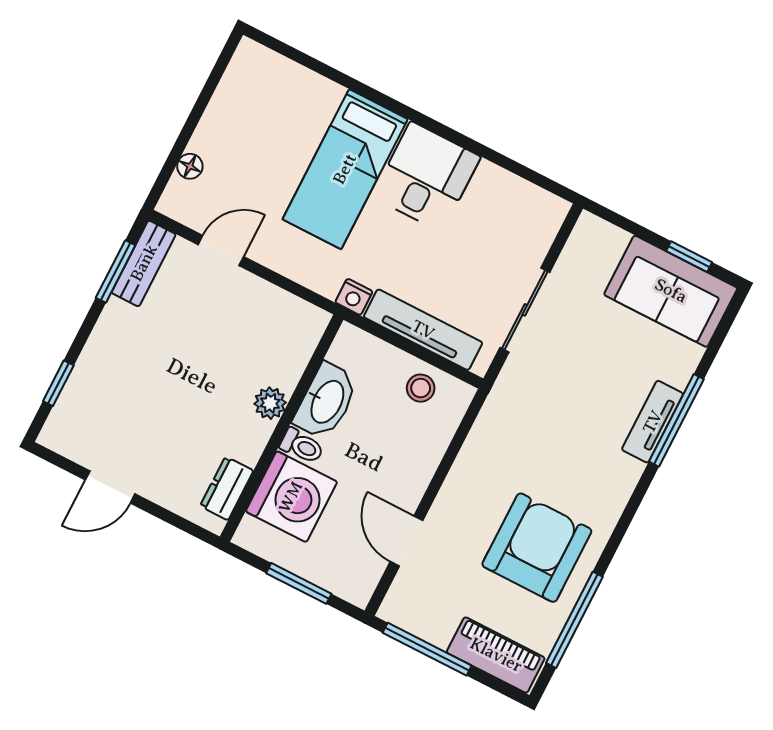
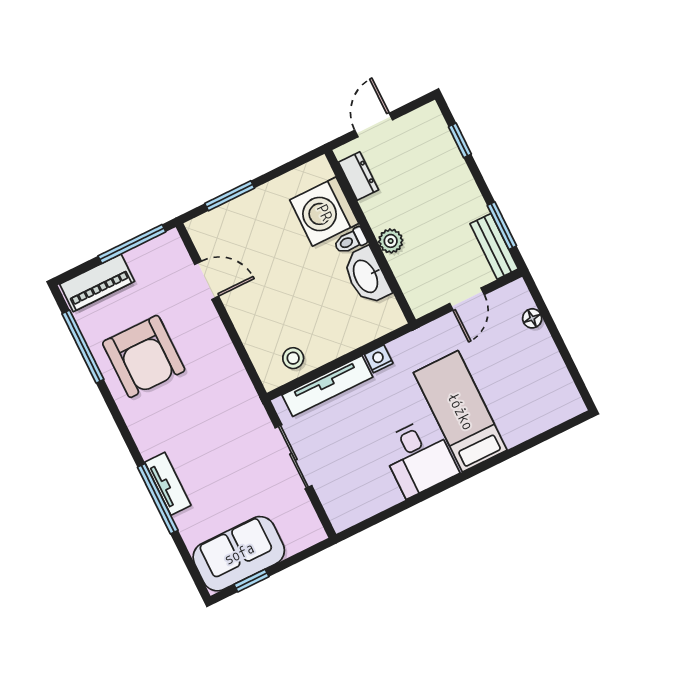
washbasin: (326, 401) -> (366, 276), moved
plant: (270, 403) -> (391, 241), moved
wall: (282, 428) -> (370, 237), moved
toilet: (302, 446) -> (350, 241), moved
dresser: (227, 488) -> (359, 176), moved
washing machine: (291, 497) -> (324, 212), moved

